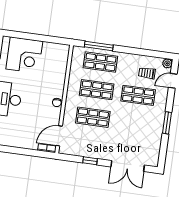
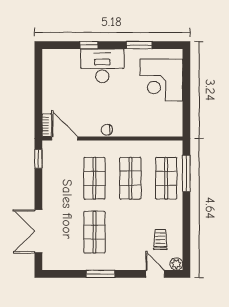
shop shelf: (138, 95) -> (94, 232), moved
window: (90, 161) -> (38, 159), moved

